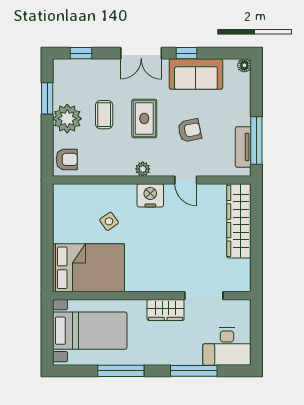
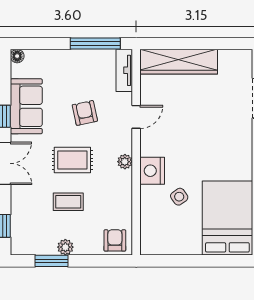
plant: (67, 119) -> (65, 247), width x0.53, depth x0.53
tv unit: (243, 147) -> (124, 70), moved, turned 90
nightstand: (150, 195) -> (152, 171), moved

